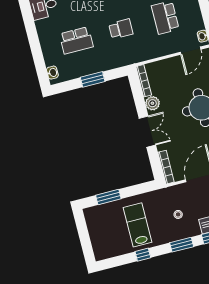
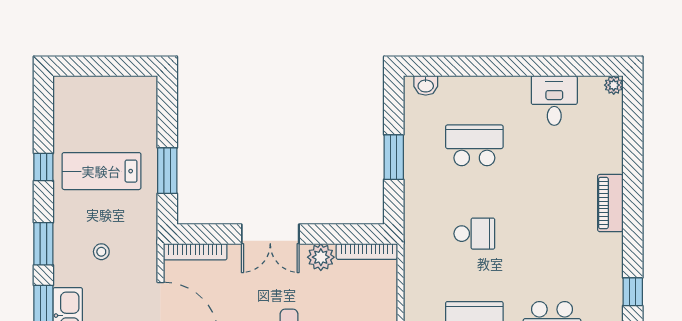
school desk: (121, 29) -> (474, 234), turned -90
school desk: (76, 40) -> (474, 145), turned 90
window: (108, 197) -> (167, 171), moved
lab bench: (137, 225) -> (101, 171), turned 180

